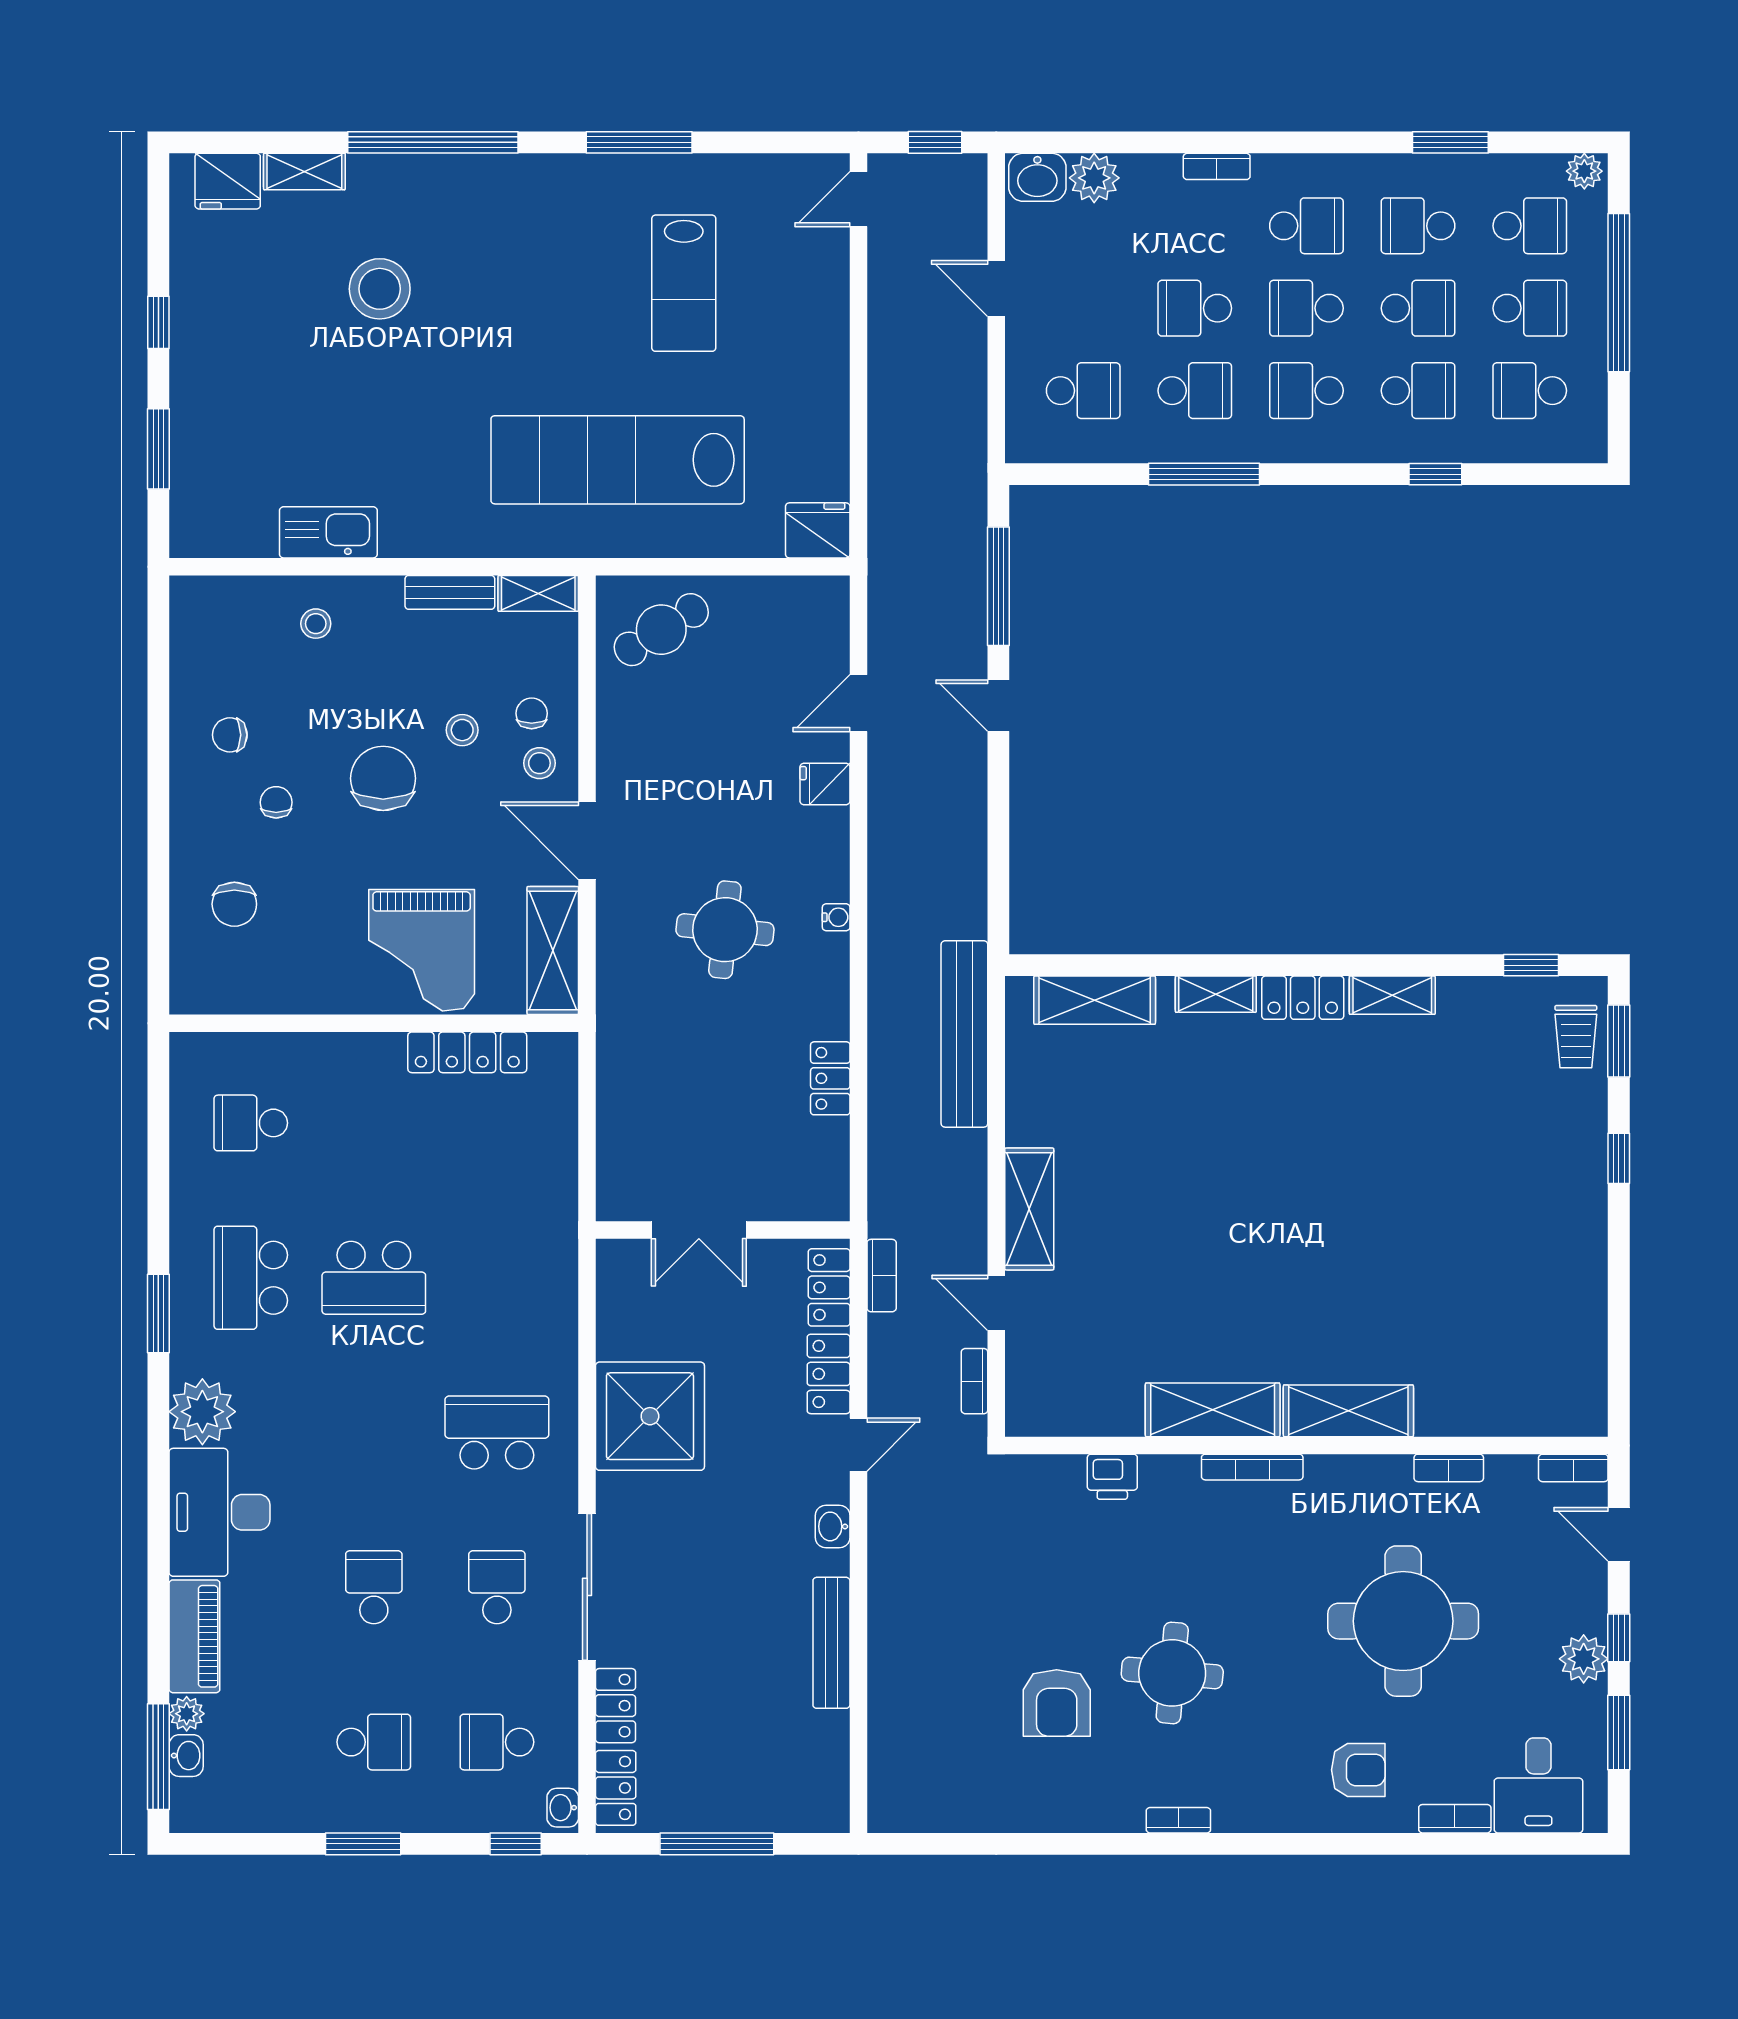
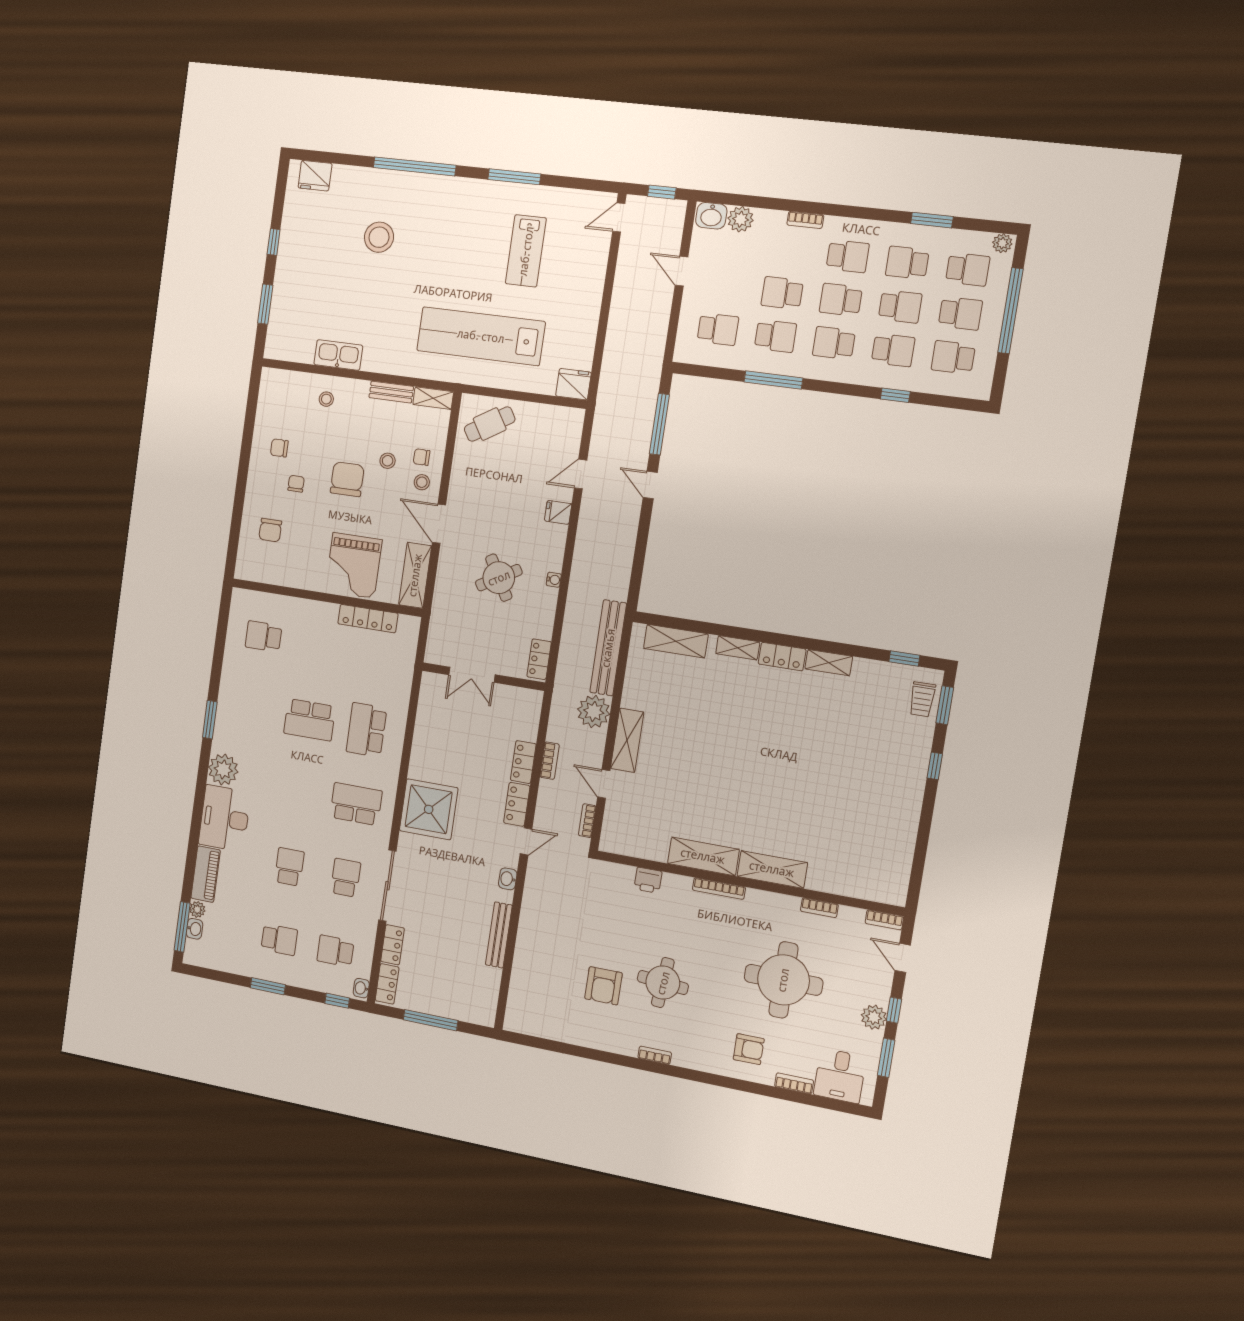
shelving: (304, 171) -> (352, 175), removed
chair: (532, 713) -> (422, 457), turned -90
round table: (725, 930) -> (499, 578), turned -36
plant: (955, 1164) -> (594, 712), added
double door: (699, 1230) -> (472, 675), moved
wall: (723, 1230) -> (483, 677), moved
school desk: (251, 1278) -> (366, 730), moved

